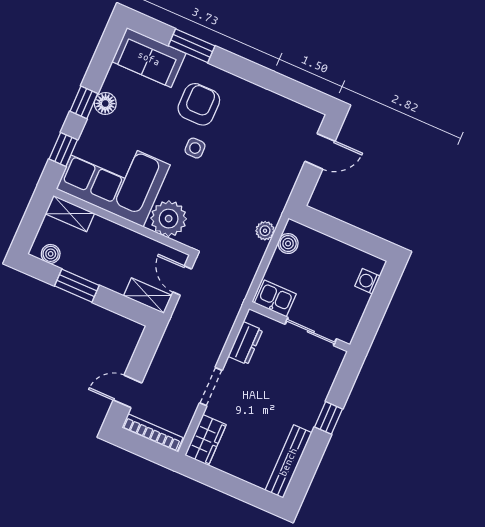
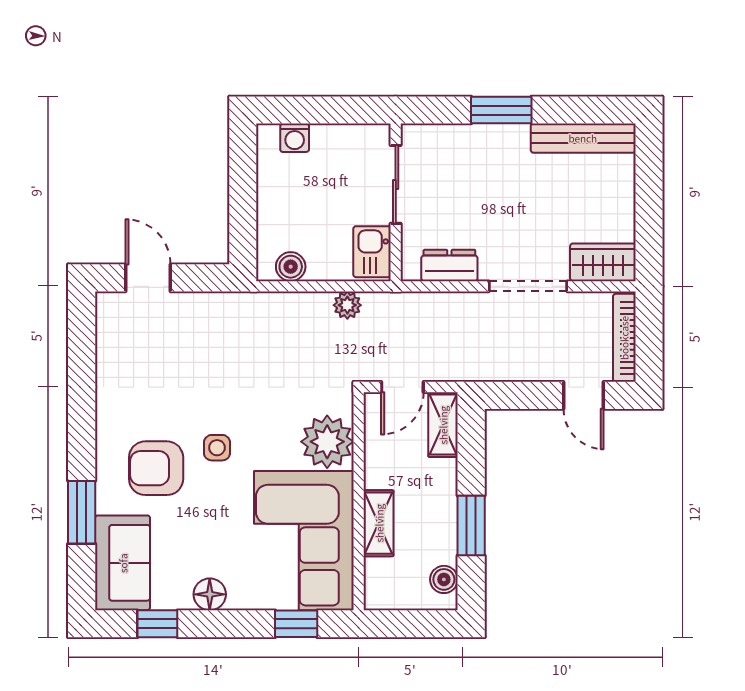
window: (84, 102) -> (157, 624), moved
shelving: (70, 214) -> (379, 523), moved
plant: (265, 231) -> (347, 305), moved
doorway: (211, 387) -> (528, 286), width x1.38
window: (328, 418) -> (501, 110), width x1.50

